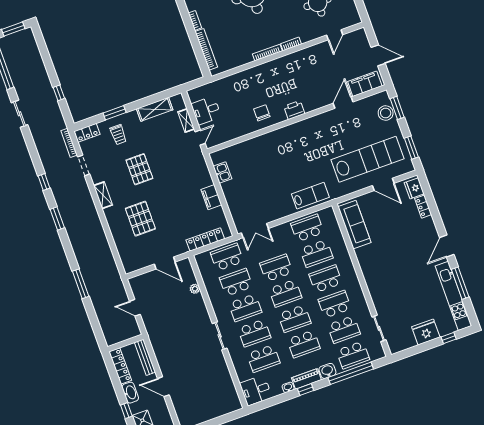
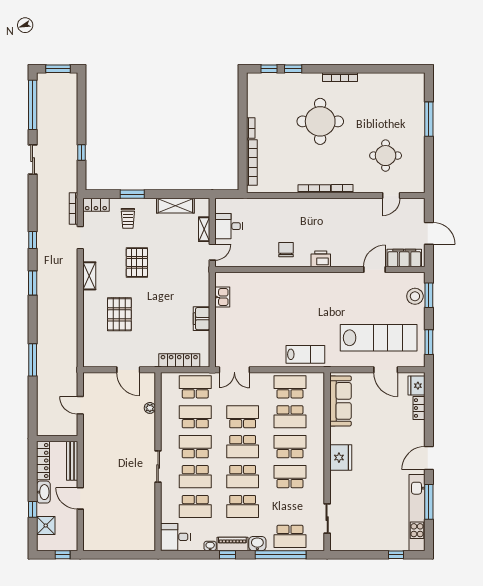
school desk: (245, 308) -> (195, 447), turned 180
school desk: (344, 330) -> (290, 506), removed
fridge: (426, 332) -> (341, 458), moved, turned 90

